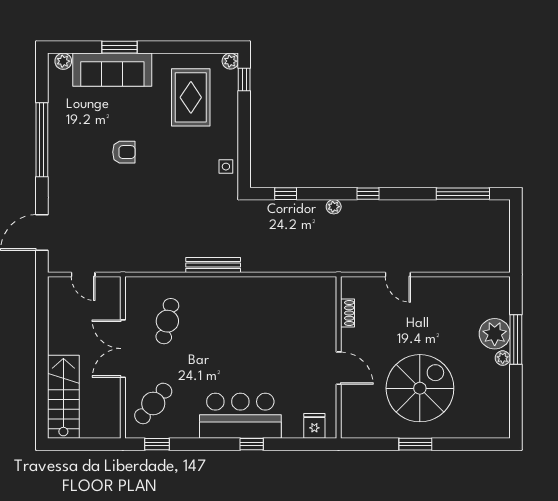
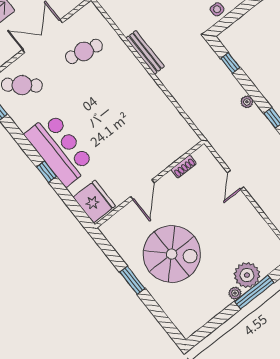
fridge: (314, 426) -> (94, 202), width x1.88, depth x1.34

